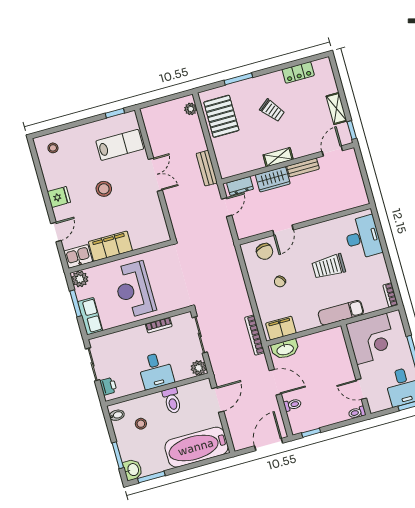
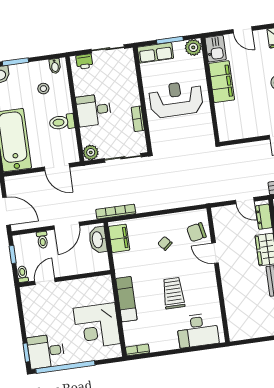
wall: (356, 370) -> (65, 279), moved
door: (361, 389) -> (45, 281), moved
toilet: (357, 412) -> (23, 274), moved

